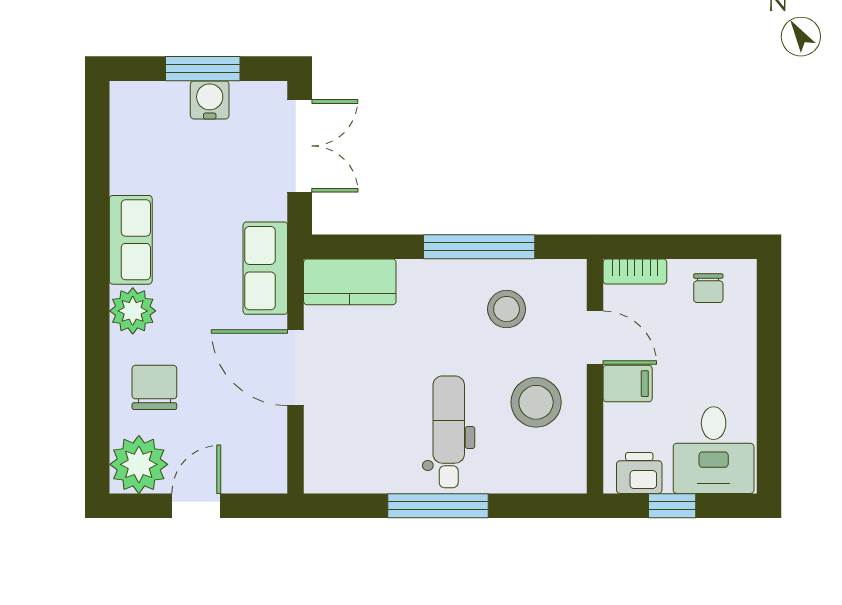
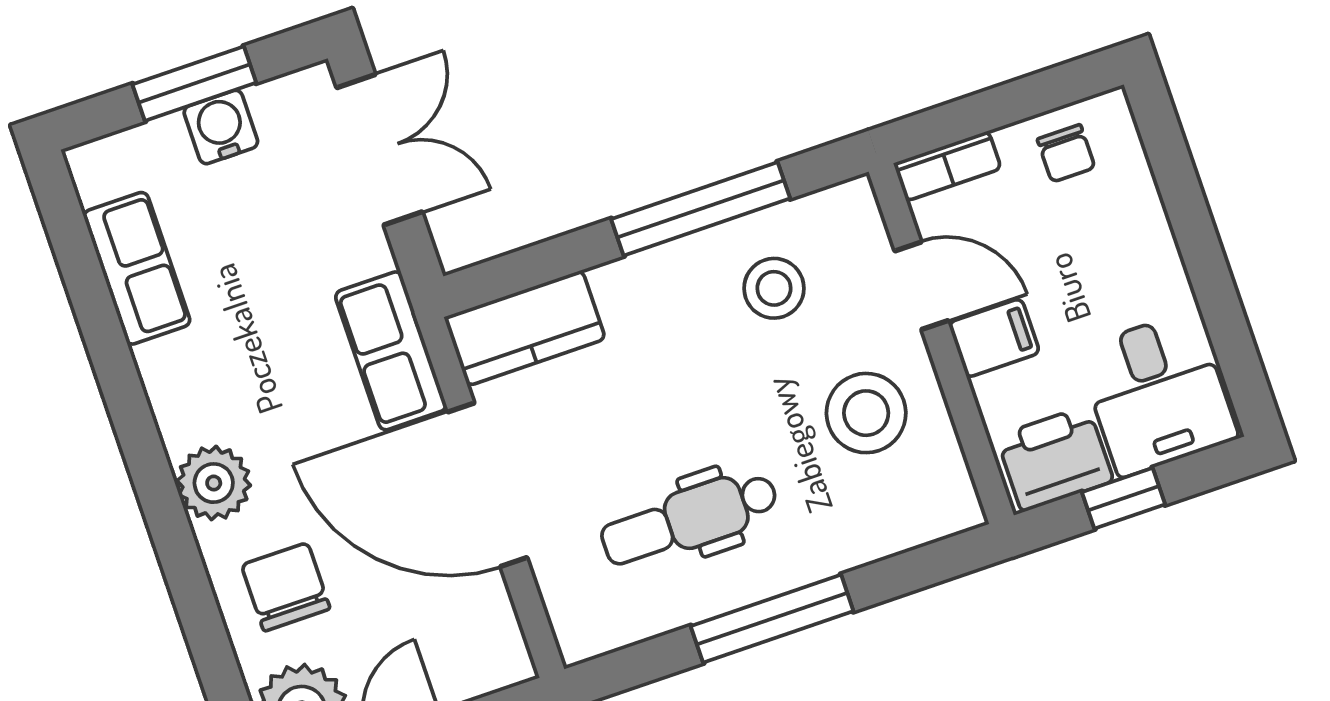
row of seats: (131, 240) -> (137, 268), moved
door: (296, 368) -> (487, 485), width x1.36
dental chair: (449, 432) -> (689, 519), moved, turned -90
printer: (639, 473) -> (1055, 459), width x1.36, depth x1.24

